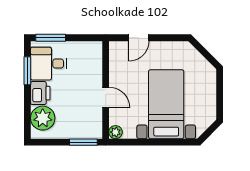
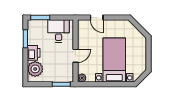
door: (139, 38) -> (97, 18), hinge flipped
desk: (48, 64) -> (59, 31), moved, turned 90
door: (106, 98) -> (75, 56), hinge flipped

